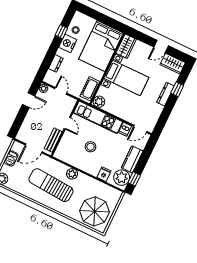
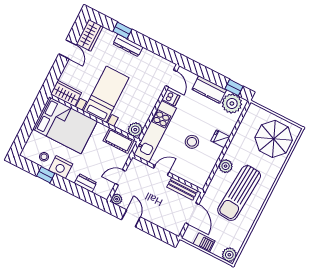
fridge: (104, 174) -> (220, 139), moved

